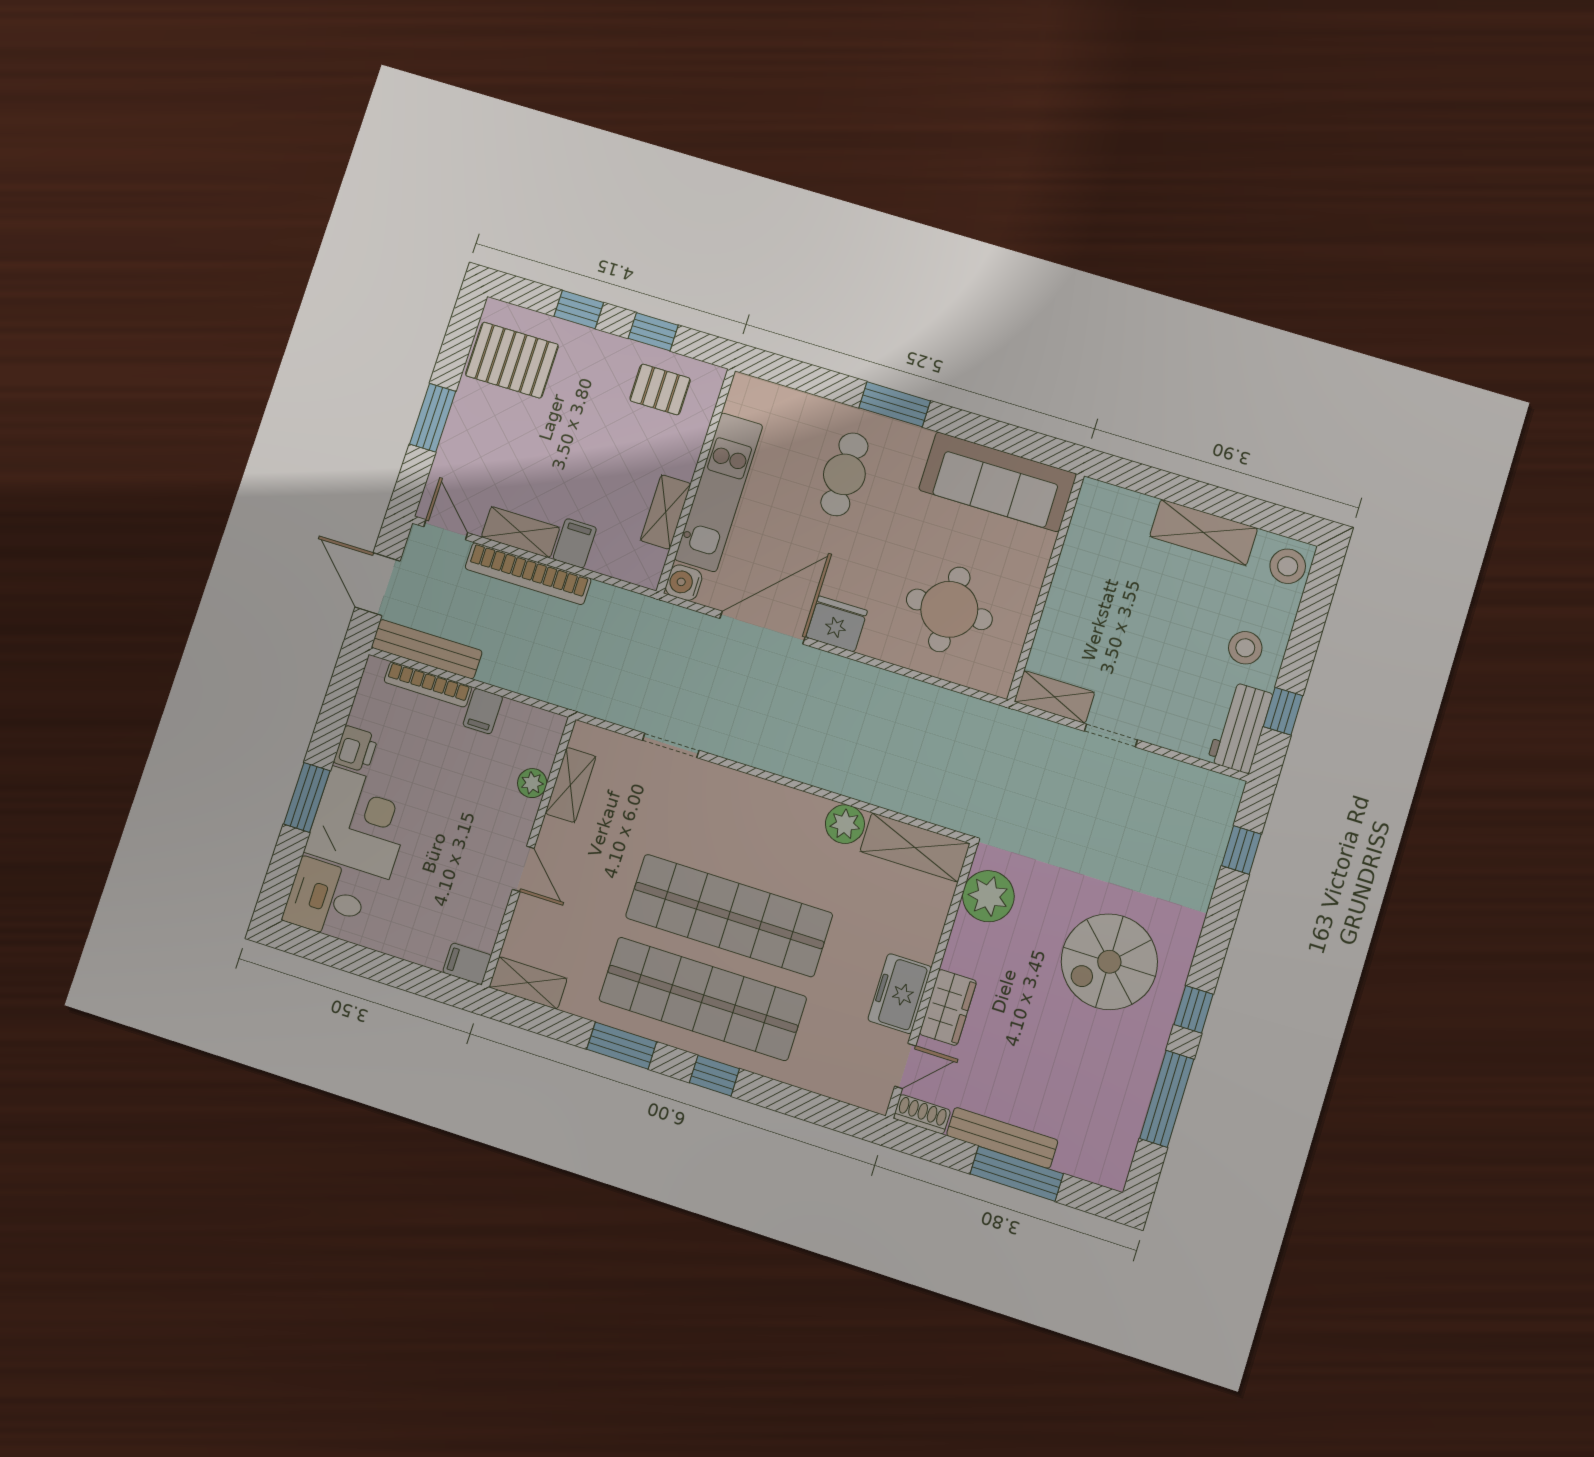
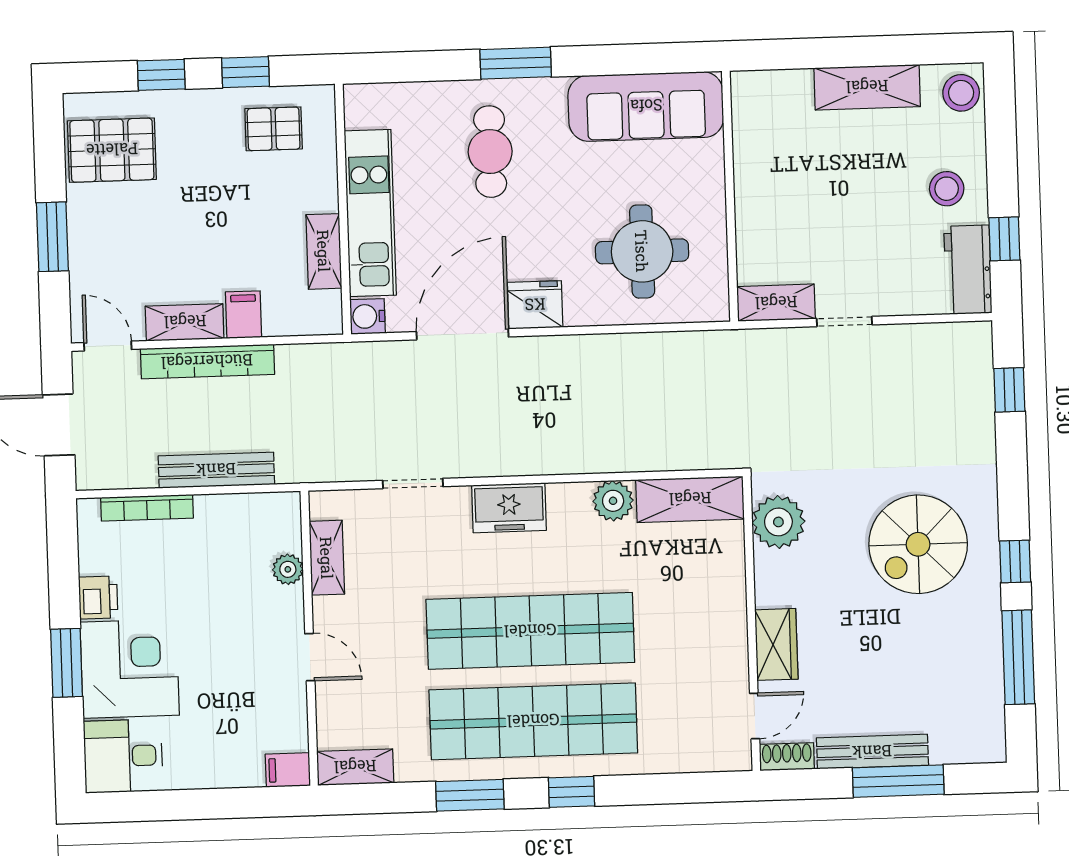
bench: (427, 649) -> (216, 470), moved
filing cabinet: (483, 711) -> (212, 515), removed
freezer: (900, 994) -> (509, 508), moved, turned -90

